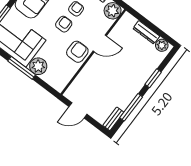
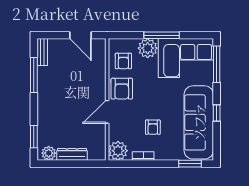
armchair: (64, 24) -> (123, 61), moved
window: (153, 78) -> (34, 137), moved
door: (78, 110) -> (81, 35), swing flipped

